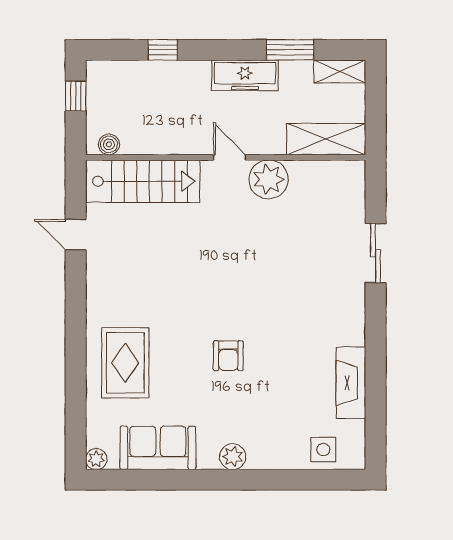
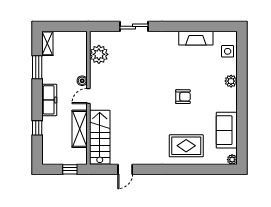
freezer: (245, 75) -> (49, 100), moved
window: (76, 96) -> (70, 169), moved
shelving: (326, 139) -> (80, 129), moved
boiler: (109, 144) -> (82, 81), moved
plant: (269, 179) -> (99, 54), moved
plant: (233, 457) -> (231, 81), moved

